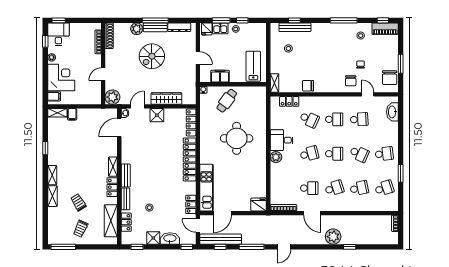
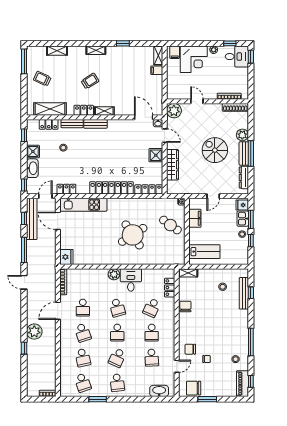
round table: (237, 138) -> (133, 235), turned -33
shelving: (52, 196) -> (57, 51), moved
trolley: (78, 202) -> (90, 81), moved

